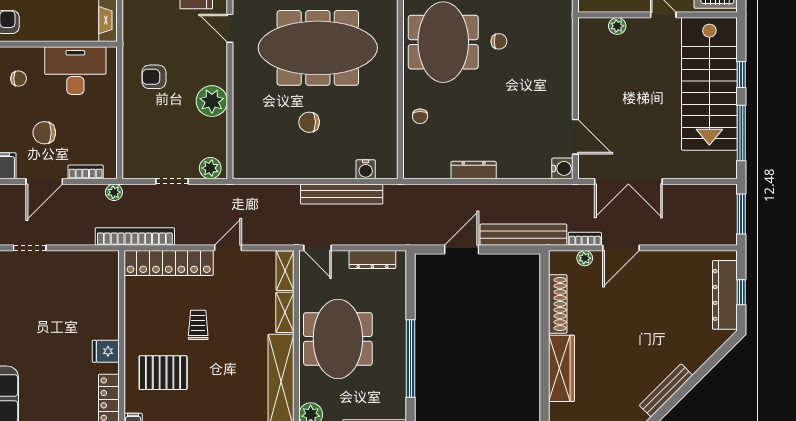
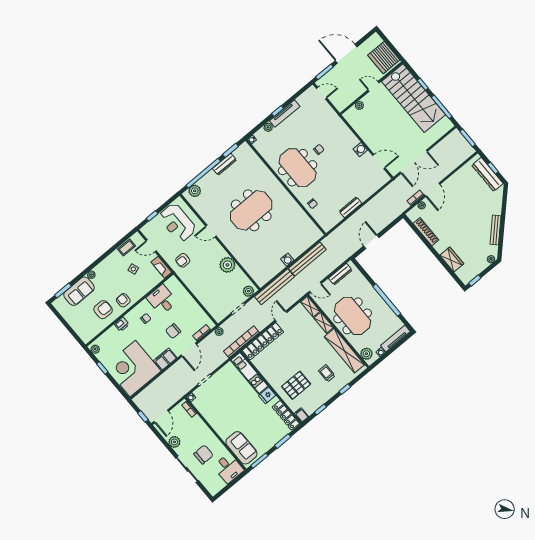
meeting table: (318, 48) -> (251, 210), width x0.73
desk: (75, 71) -> (162, 300), width x0.73
armchair: (154, 77) -> (183, 260), moved
chair: (309, 122) -> (272, 242), removed
water cooler: (562, 168) -> (360, 150), moved
water cooler: (366, 169) -> (287, 260), moved
bench: (523, 235) -> (274, 287), moved
kitchen unit: (107, 294) -> (249, 373), added
trolley: (198, 325) -> (327, 373), moved
wardrobe: (561, 368) -> (452, 260), width x0.67

